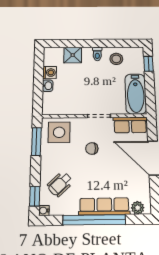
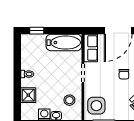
stool: (116, 59) -> (69, 100), moved
chair: (92, 149) -> (124, 74), moved

